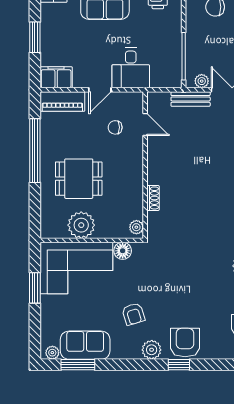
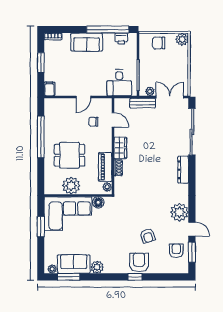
desk: (131, 68) -> (119, 83), moved
filing cabinet: (56, 77) -> (49, 89), width x0.50
piano: (62, 101) -> (105, 167), moved, turned 90
wardrobe: (156, 167) -> (120, 148), added
armchair: (133, 314) -> (148, 236), moved
plant: (152, 350) -> (97, 267), moved

